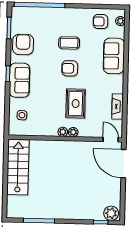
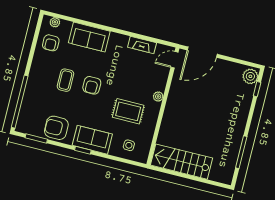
rug: (76, 104) -> (128, 111), moved
plant: (63, 132) -> (155, 107), removed

